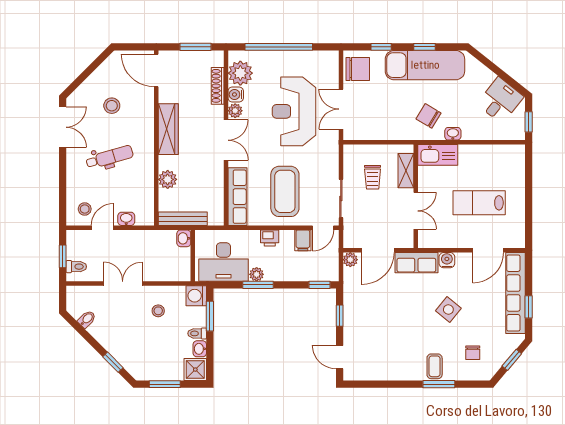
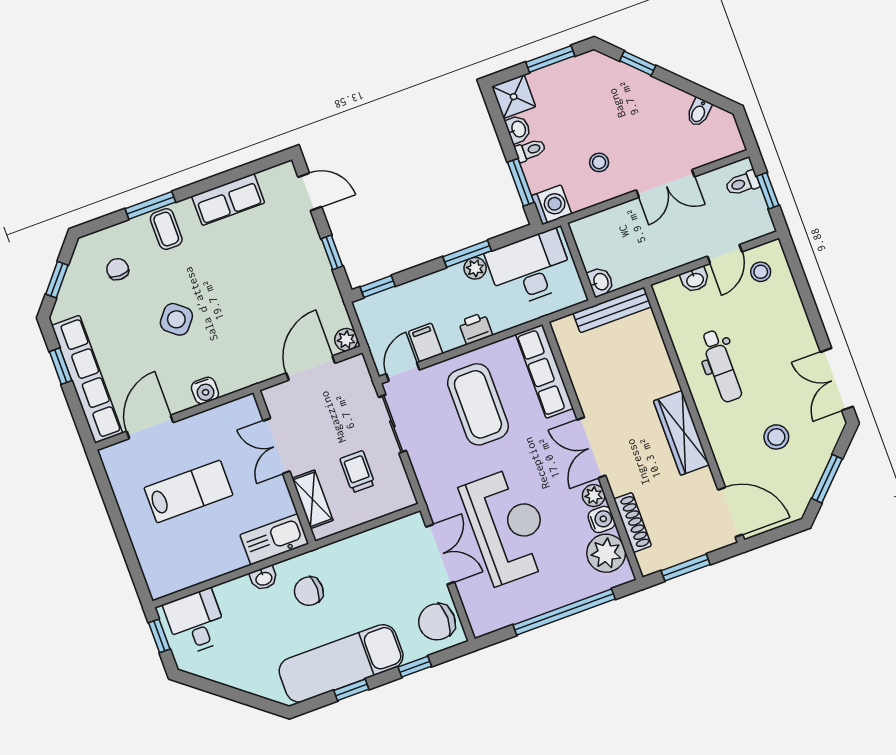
window: (90, 69) -> (827, 479), added
desk: (500, 100) -> (196, 622), moved, turned 142
chair: (428, 116) -> (309, 591), turned 149
dental chair: (110, 157) -> (721, 366), moved, turned -74
plant: (168, 179) -> (655, 359), removed
row of seats: (416, 263) -> (228, 200), moved, turned 180

